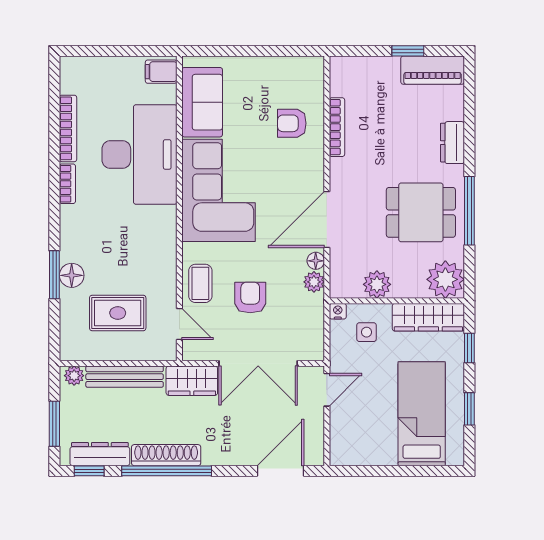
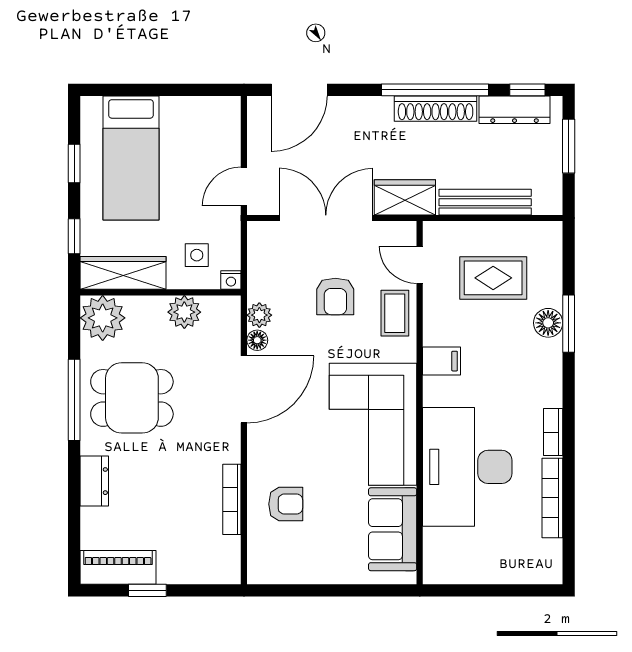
filing cabinet: (161, 72) -> (441, 361), moved
plant: (74, 376) -> (545, 203), removed

